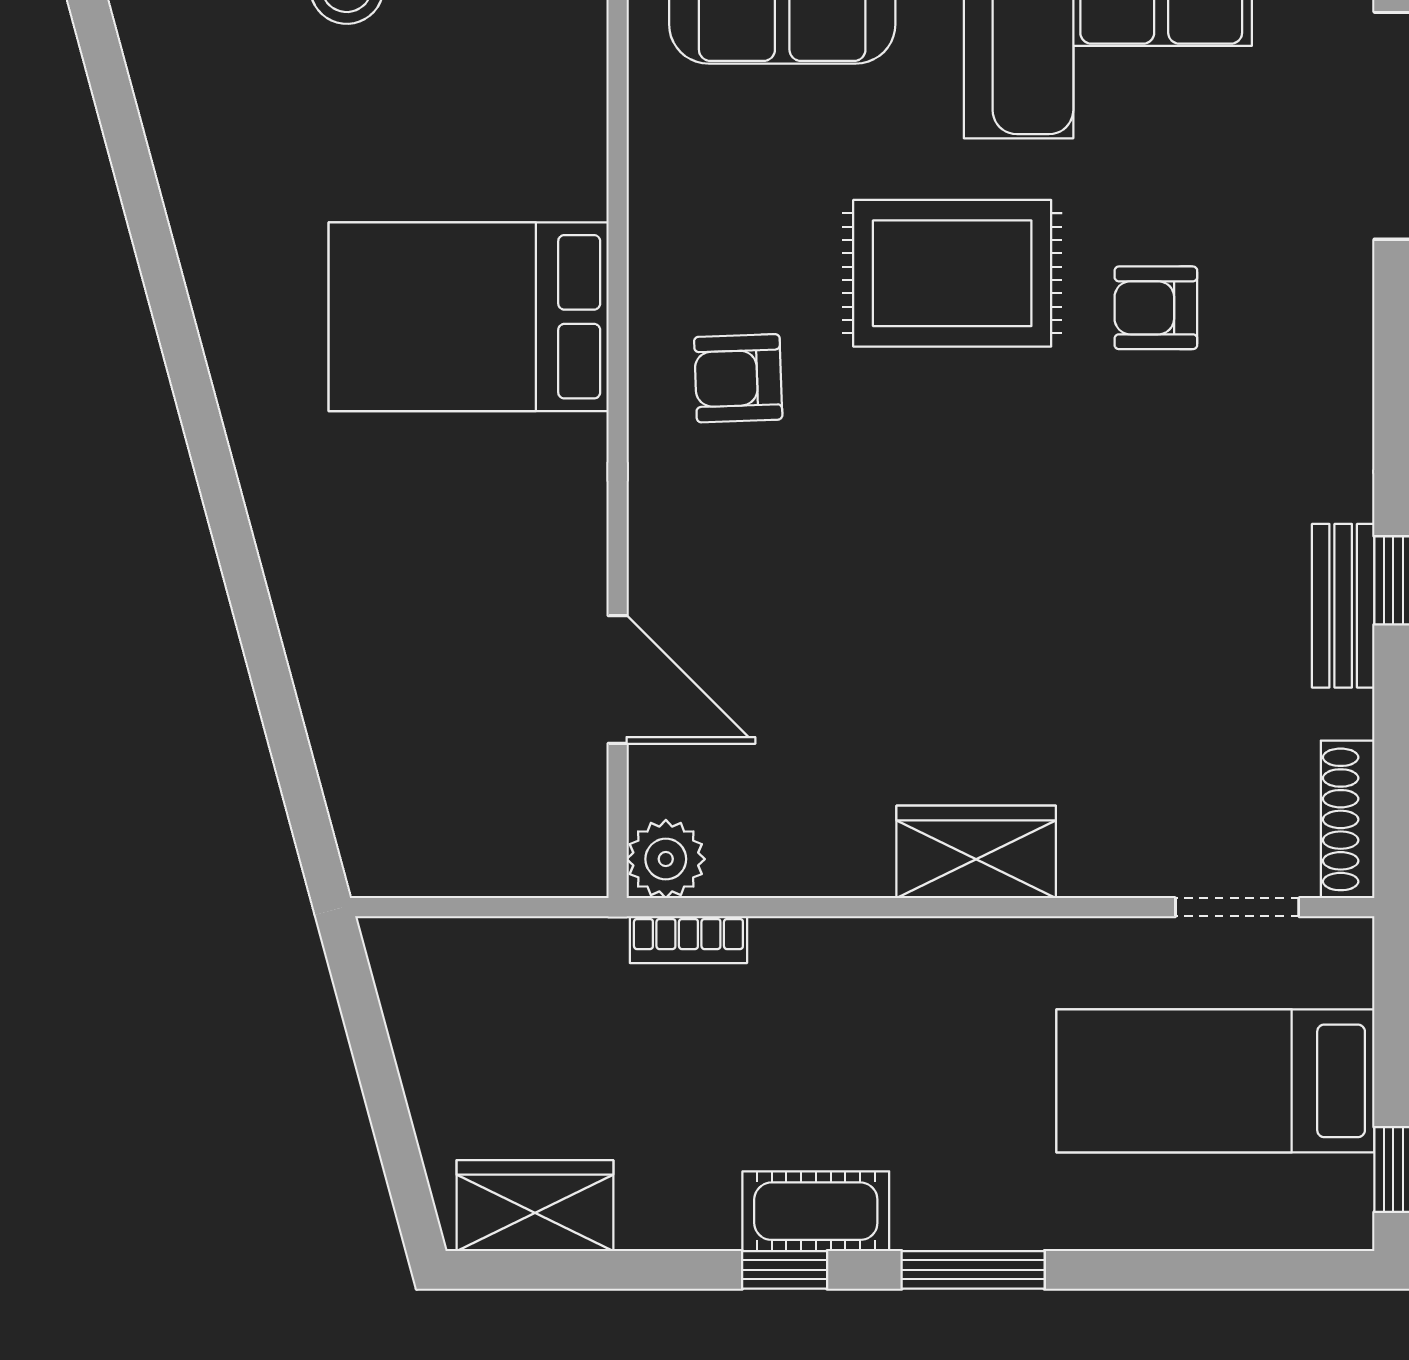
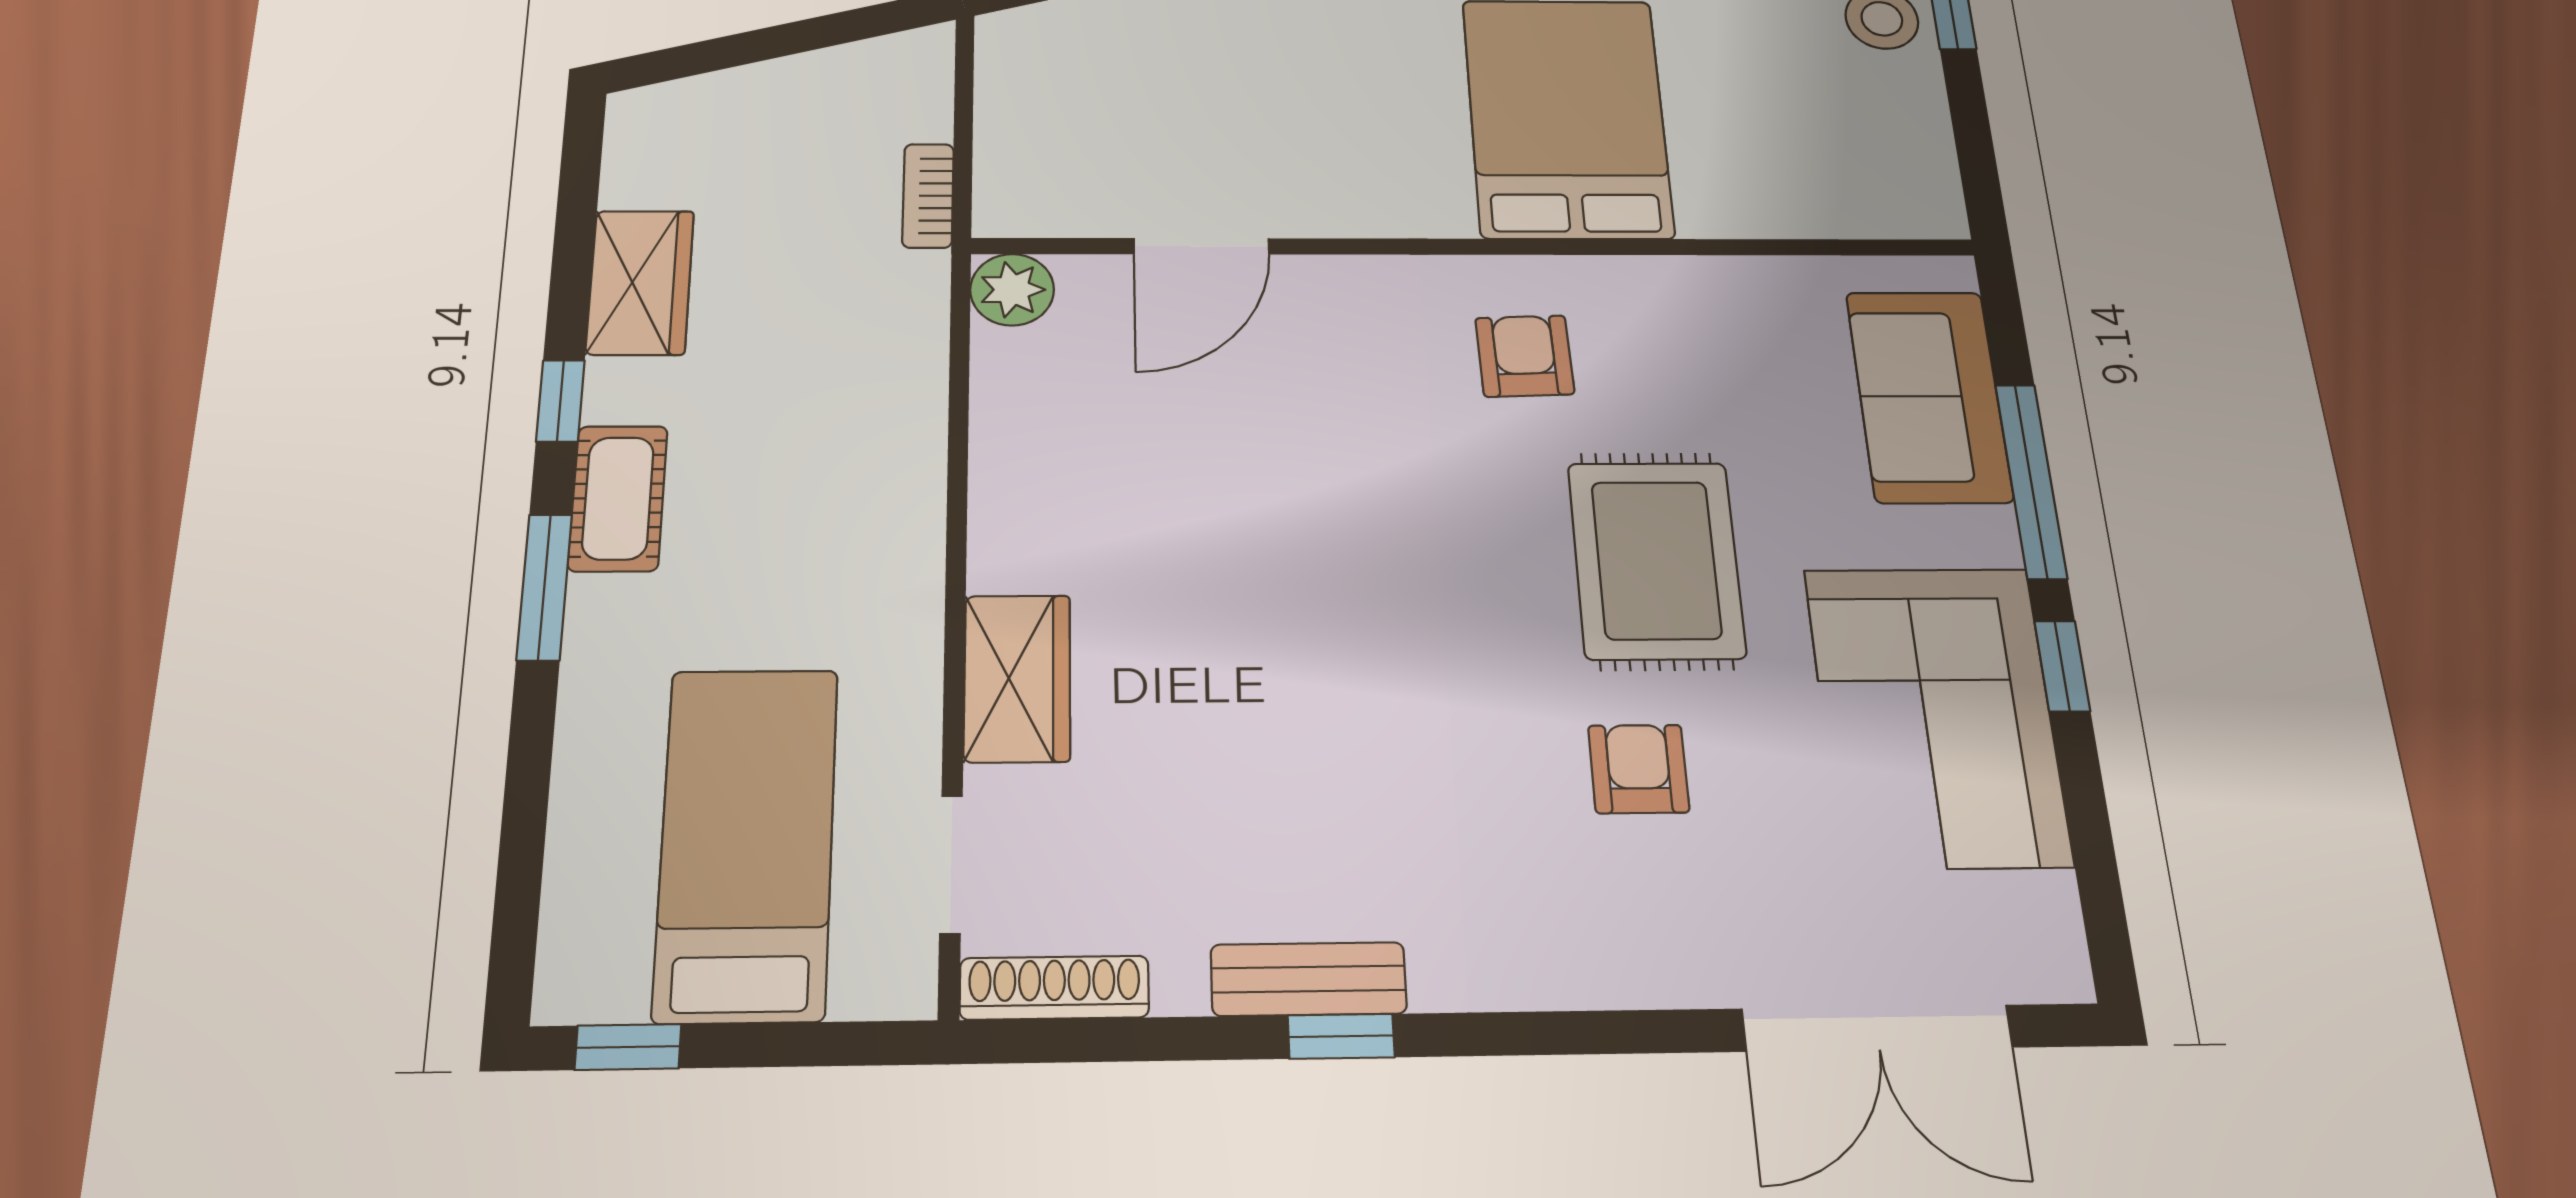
wardrobe: (976, 852) -> (1017, 678), moved
bookcase: (688, 940) -> (928, 196), moved
wardrobe: (535, 1206) -> (640, 282), moved
cot: (816, 1211) -> (618, 498), moved

